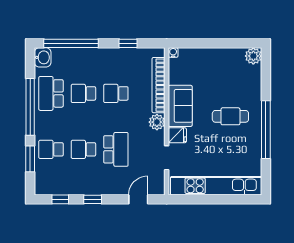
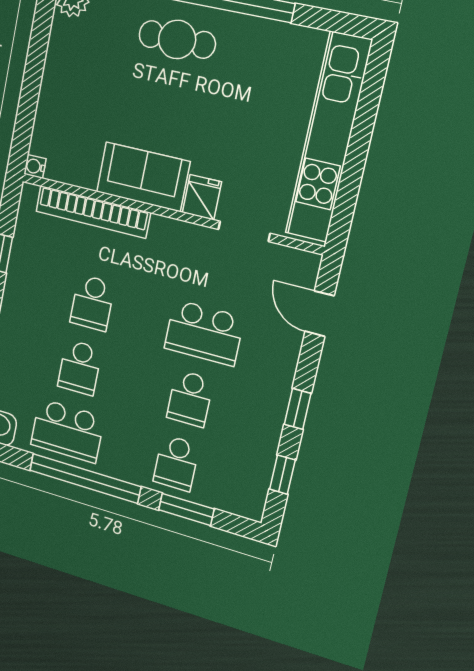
cafe table: (230, 116) -> (177, 39), moved, turned 90
plant: (157, 122) -> (166, 234), removed
school desk: (116, 149) -> (204, 333), turned 180

